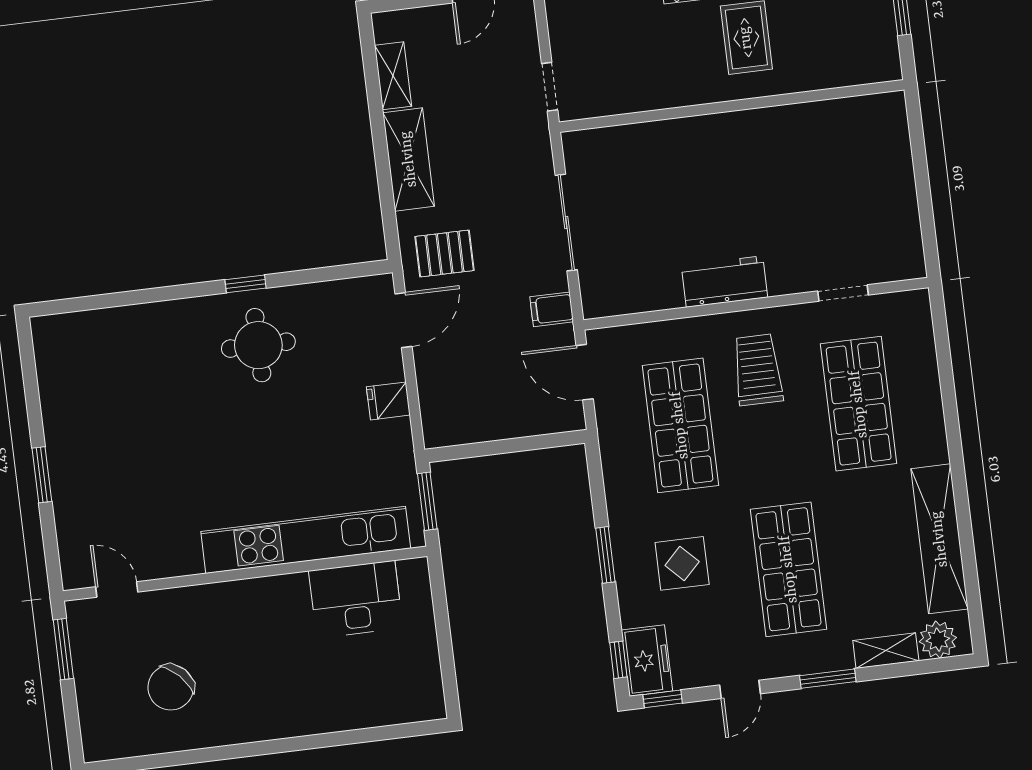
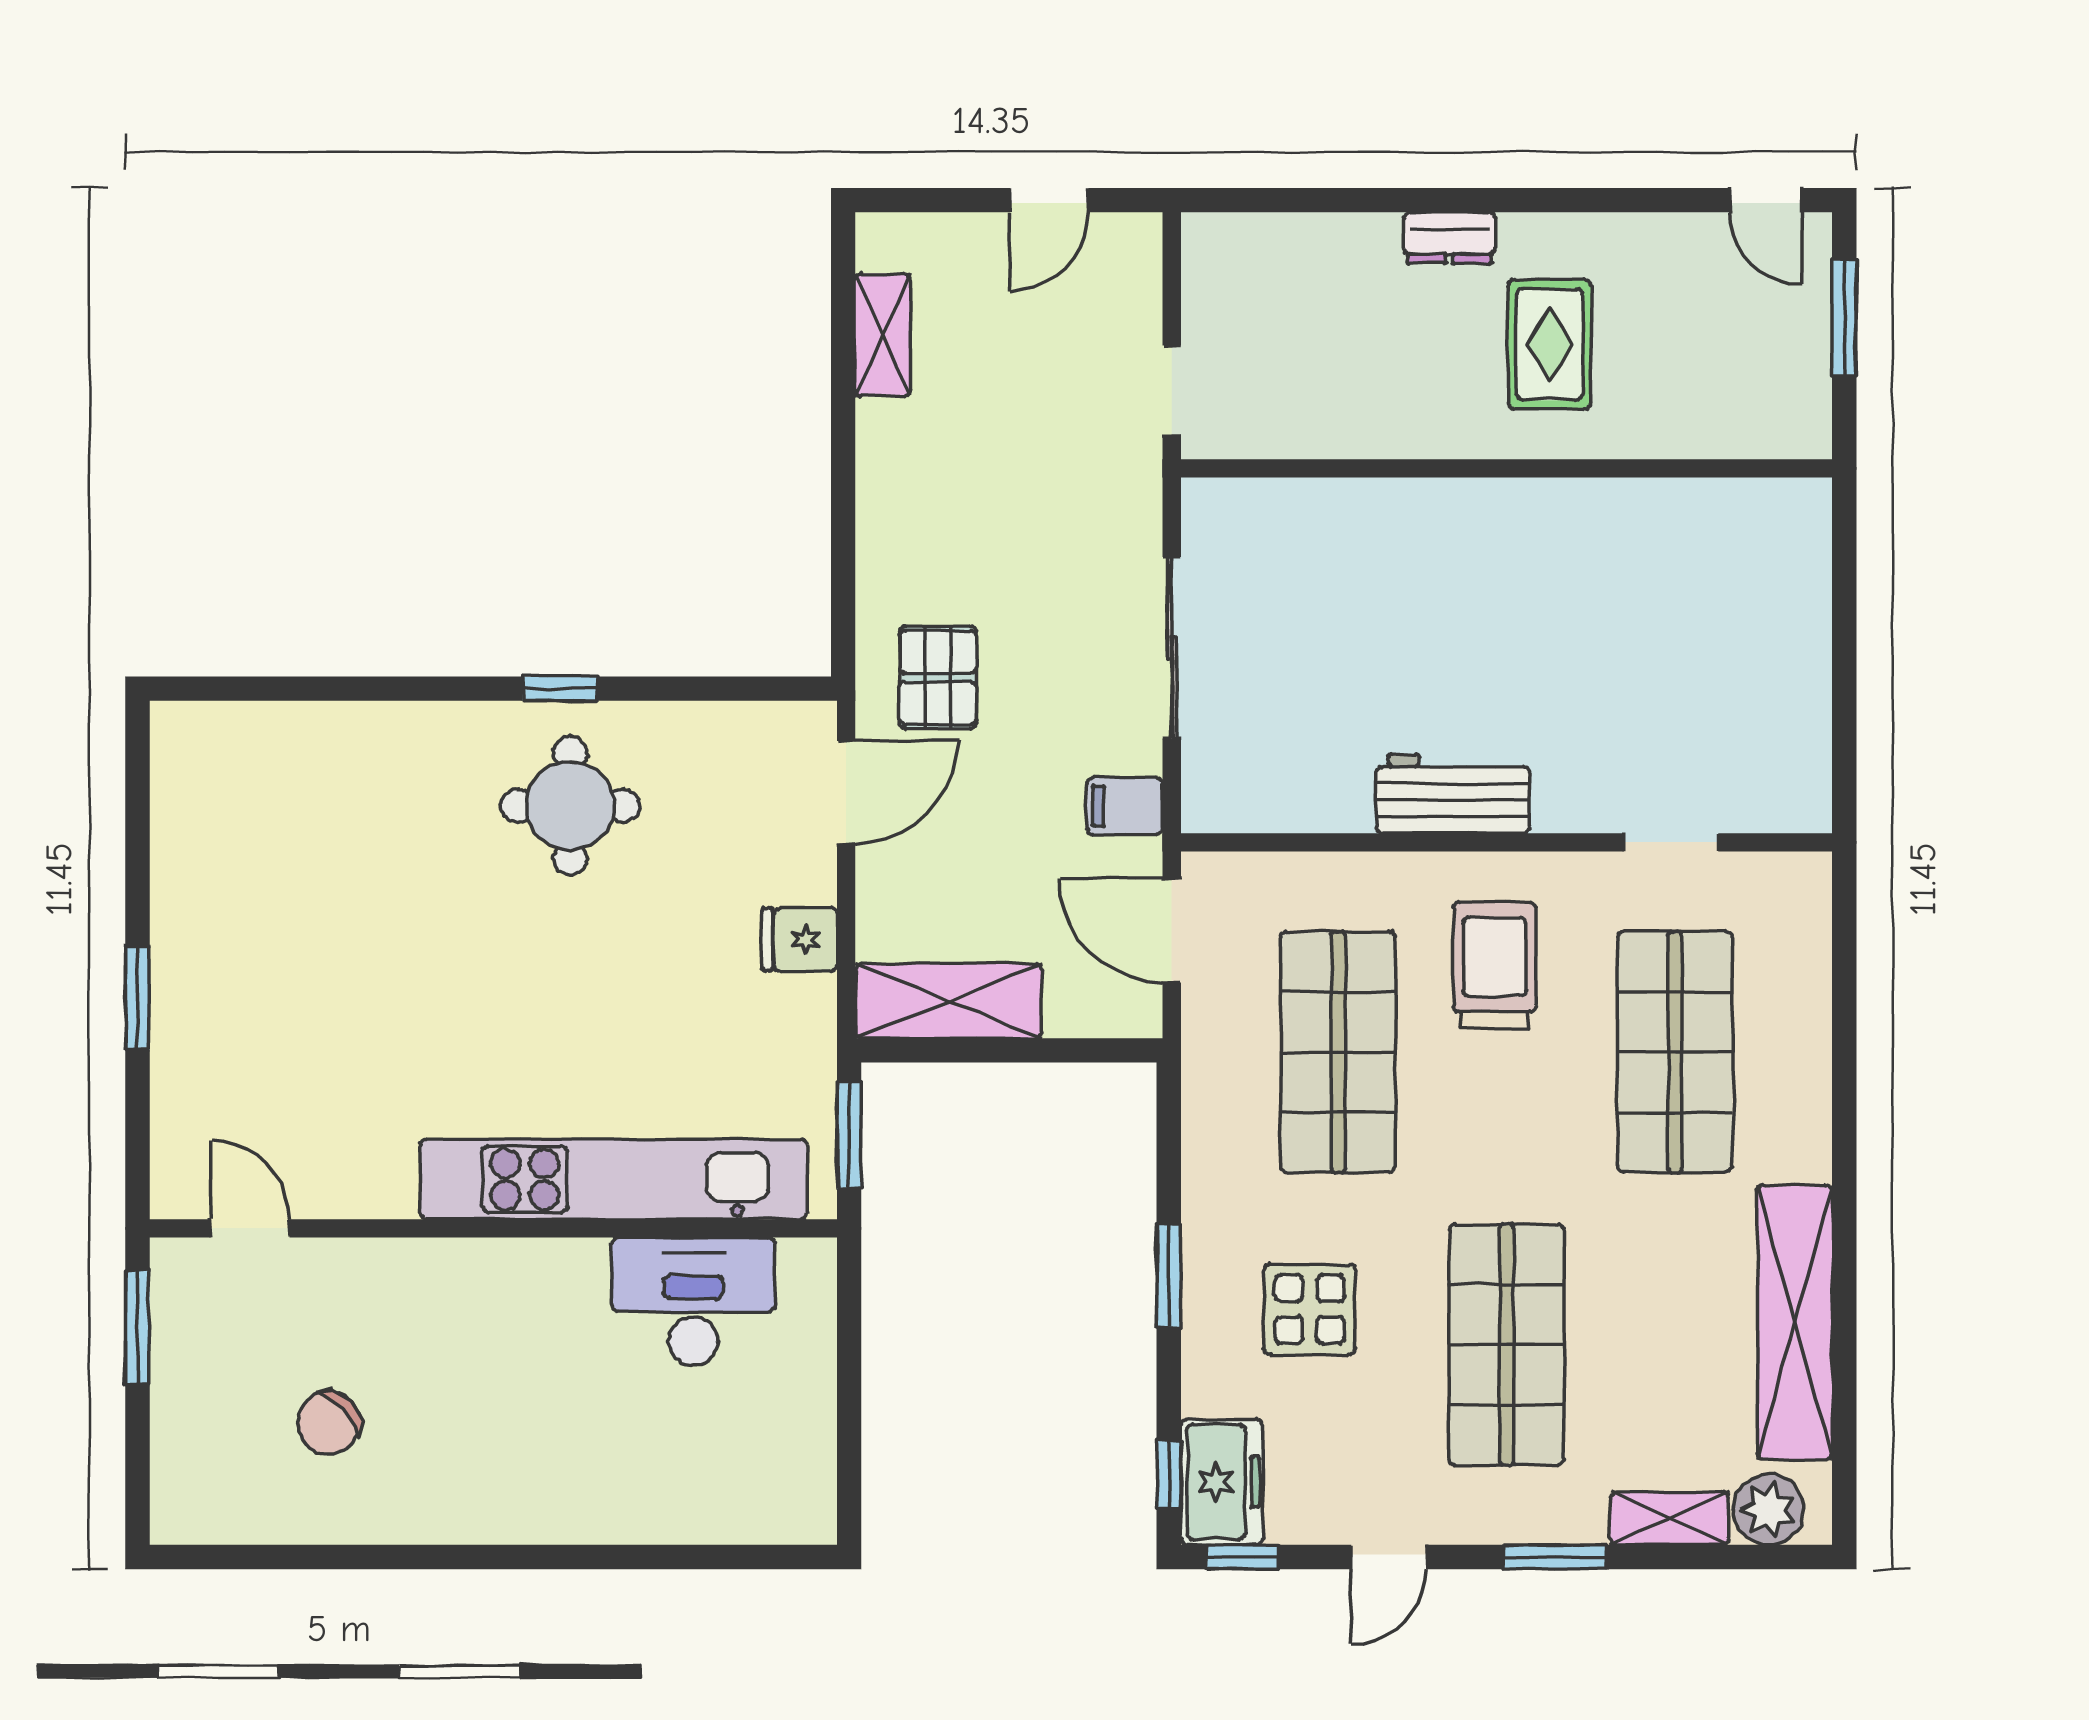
shelving: (409, 159) -> (949, 1001), moved, turned 90
pallet: (445, 254) -> (938, 678), turned 90
chair: (171, 687) -> (329, 1423), width x0.73, depth x0.73

